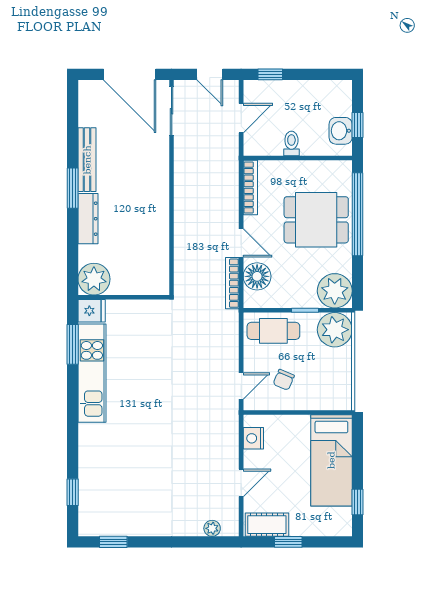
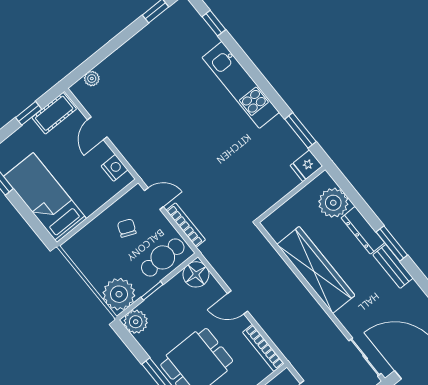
bench: (87, 160) -> (393, 266), width x0.73
wardrobe: (154, 217) -> (316, 270), added
floor lamp: (257, 276) -> (196, 274), moved
plant: (94, 279) -> (333, 203), moved
bookcase: (232, 283) -> (186, 225), moved
plant: (335, 291) -> (136, 322), width x0.73, depth x0.73
kitchen unit: (92, 373) -> (241, 85), moved
door: (241, 386) -> (154, 199), swing flipped

